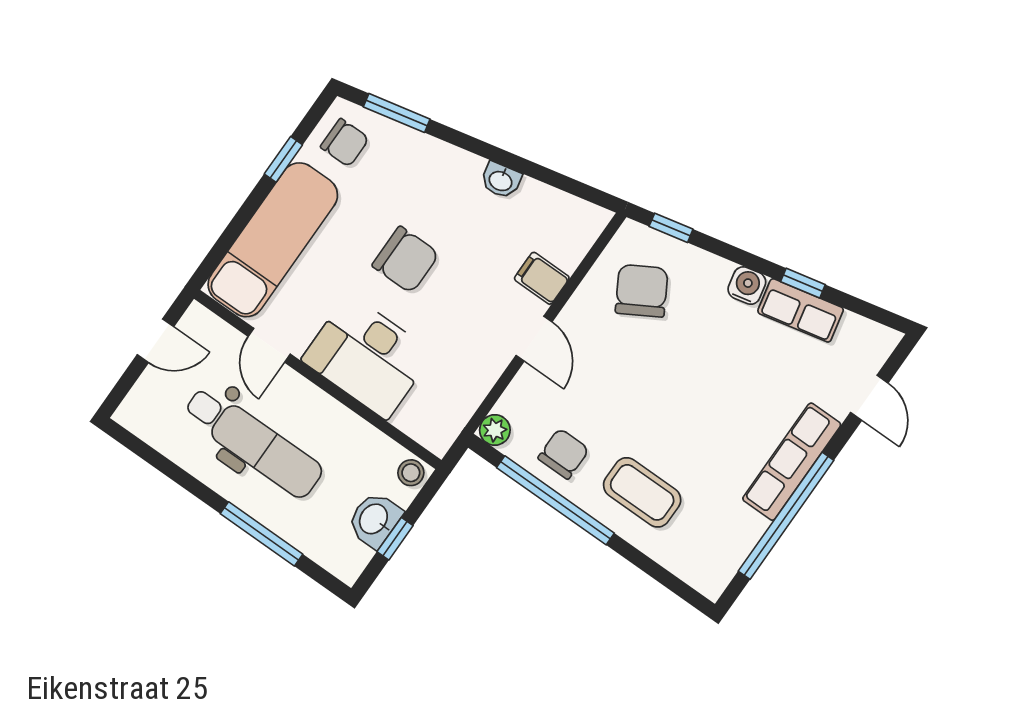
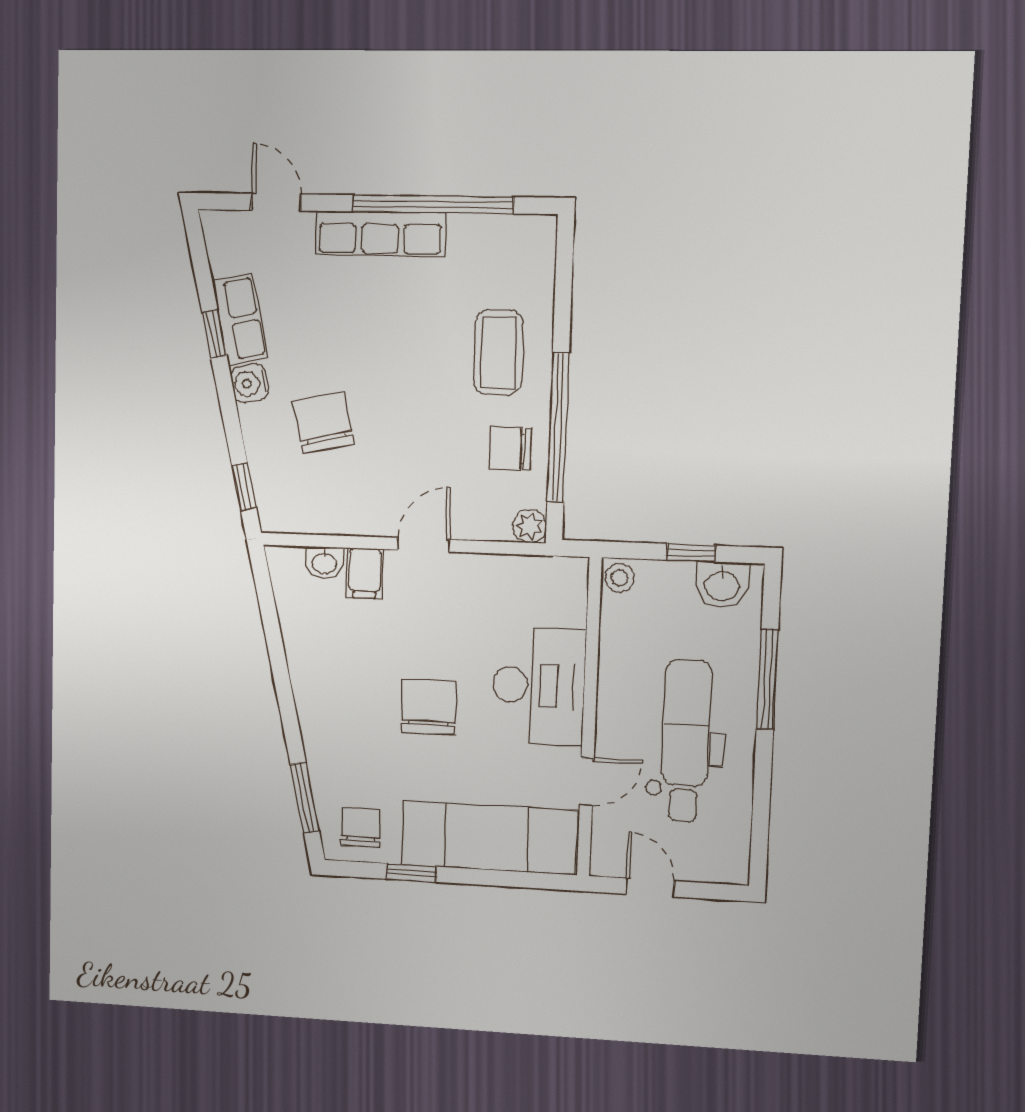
washbasin: (501, 180) -> (324, 563), moved, turned 102
chair: (642, 291) -> (323, 423), moved, turned 107
door: (869, 398) -> (276, 202), hinge flipped
washbasin: (374, 520) -> (722, 585), moved

